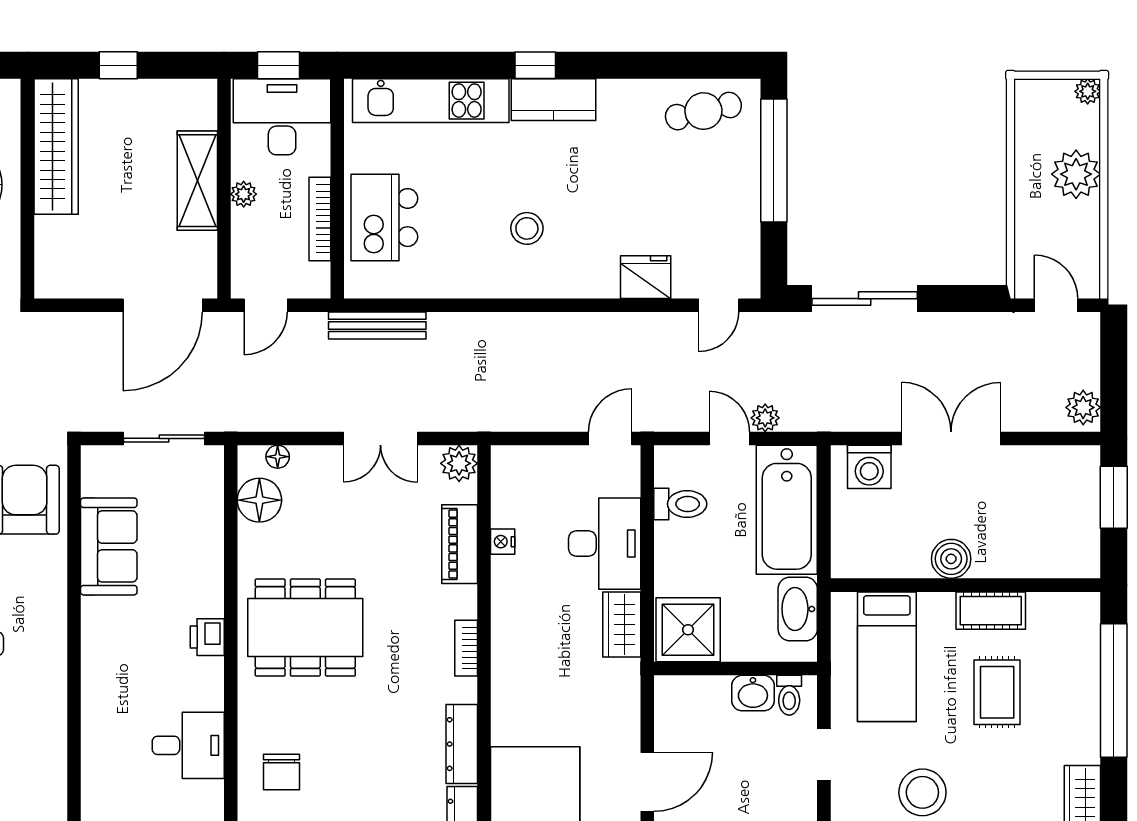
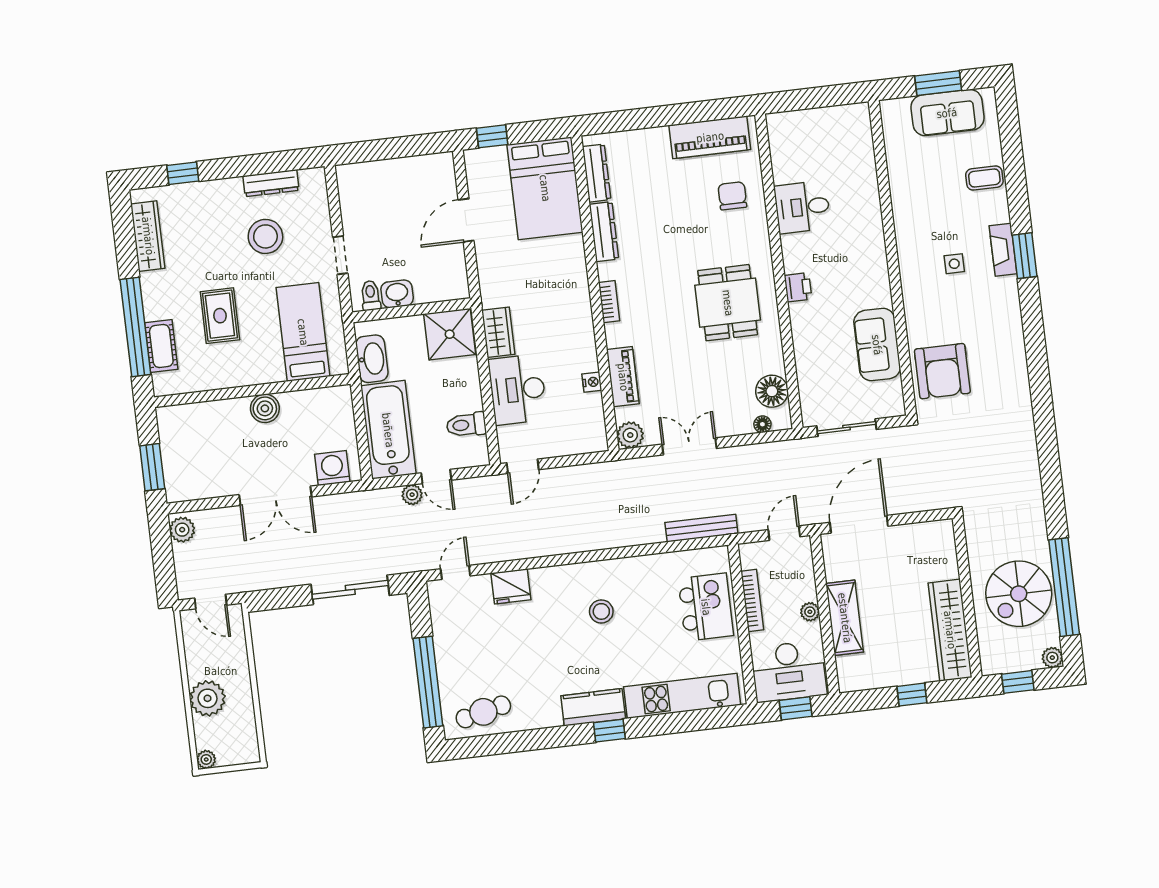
cot: (991, 611) -> (161, 346), moved, turned 90
dining table: (305, 628) -> (728, 303), width x0.73

